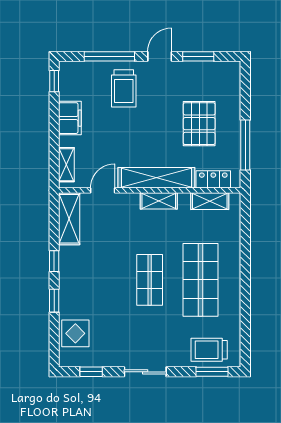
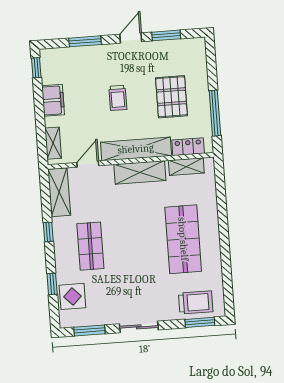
window: (109, 56) -> (85, 41), width x0.69
trolley: (124, 88) -> (118, 98), moved, width x0.73, depth x0.72
shelving: (159, 201) -> (140, 172), width x1.50, depth x1.33
shop shelf: (150, 280) -> (90, 246), moved
window: (54, 301) -> (52, 284), moved
trolley: (209, 350) -> (196, 302), turned 180
window: (91, 372) -> (89, 330), width x1.50

